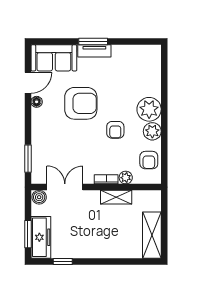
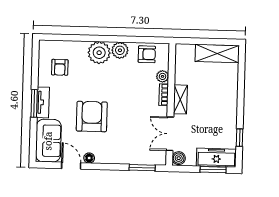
armchair: (115, 130) -> (60, 67), moved, turned 90
shelving: (116, 197) -> (180, 99), moved

